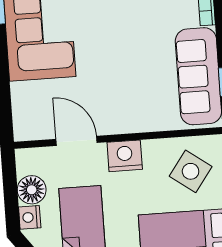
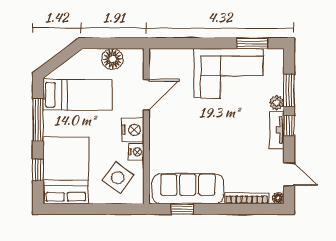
nightstand: (30, 217) -> (136, 152), moved, turned 90

